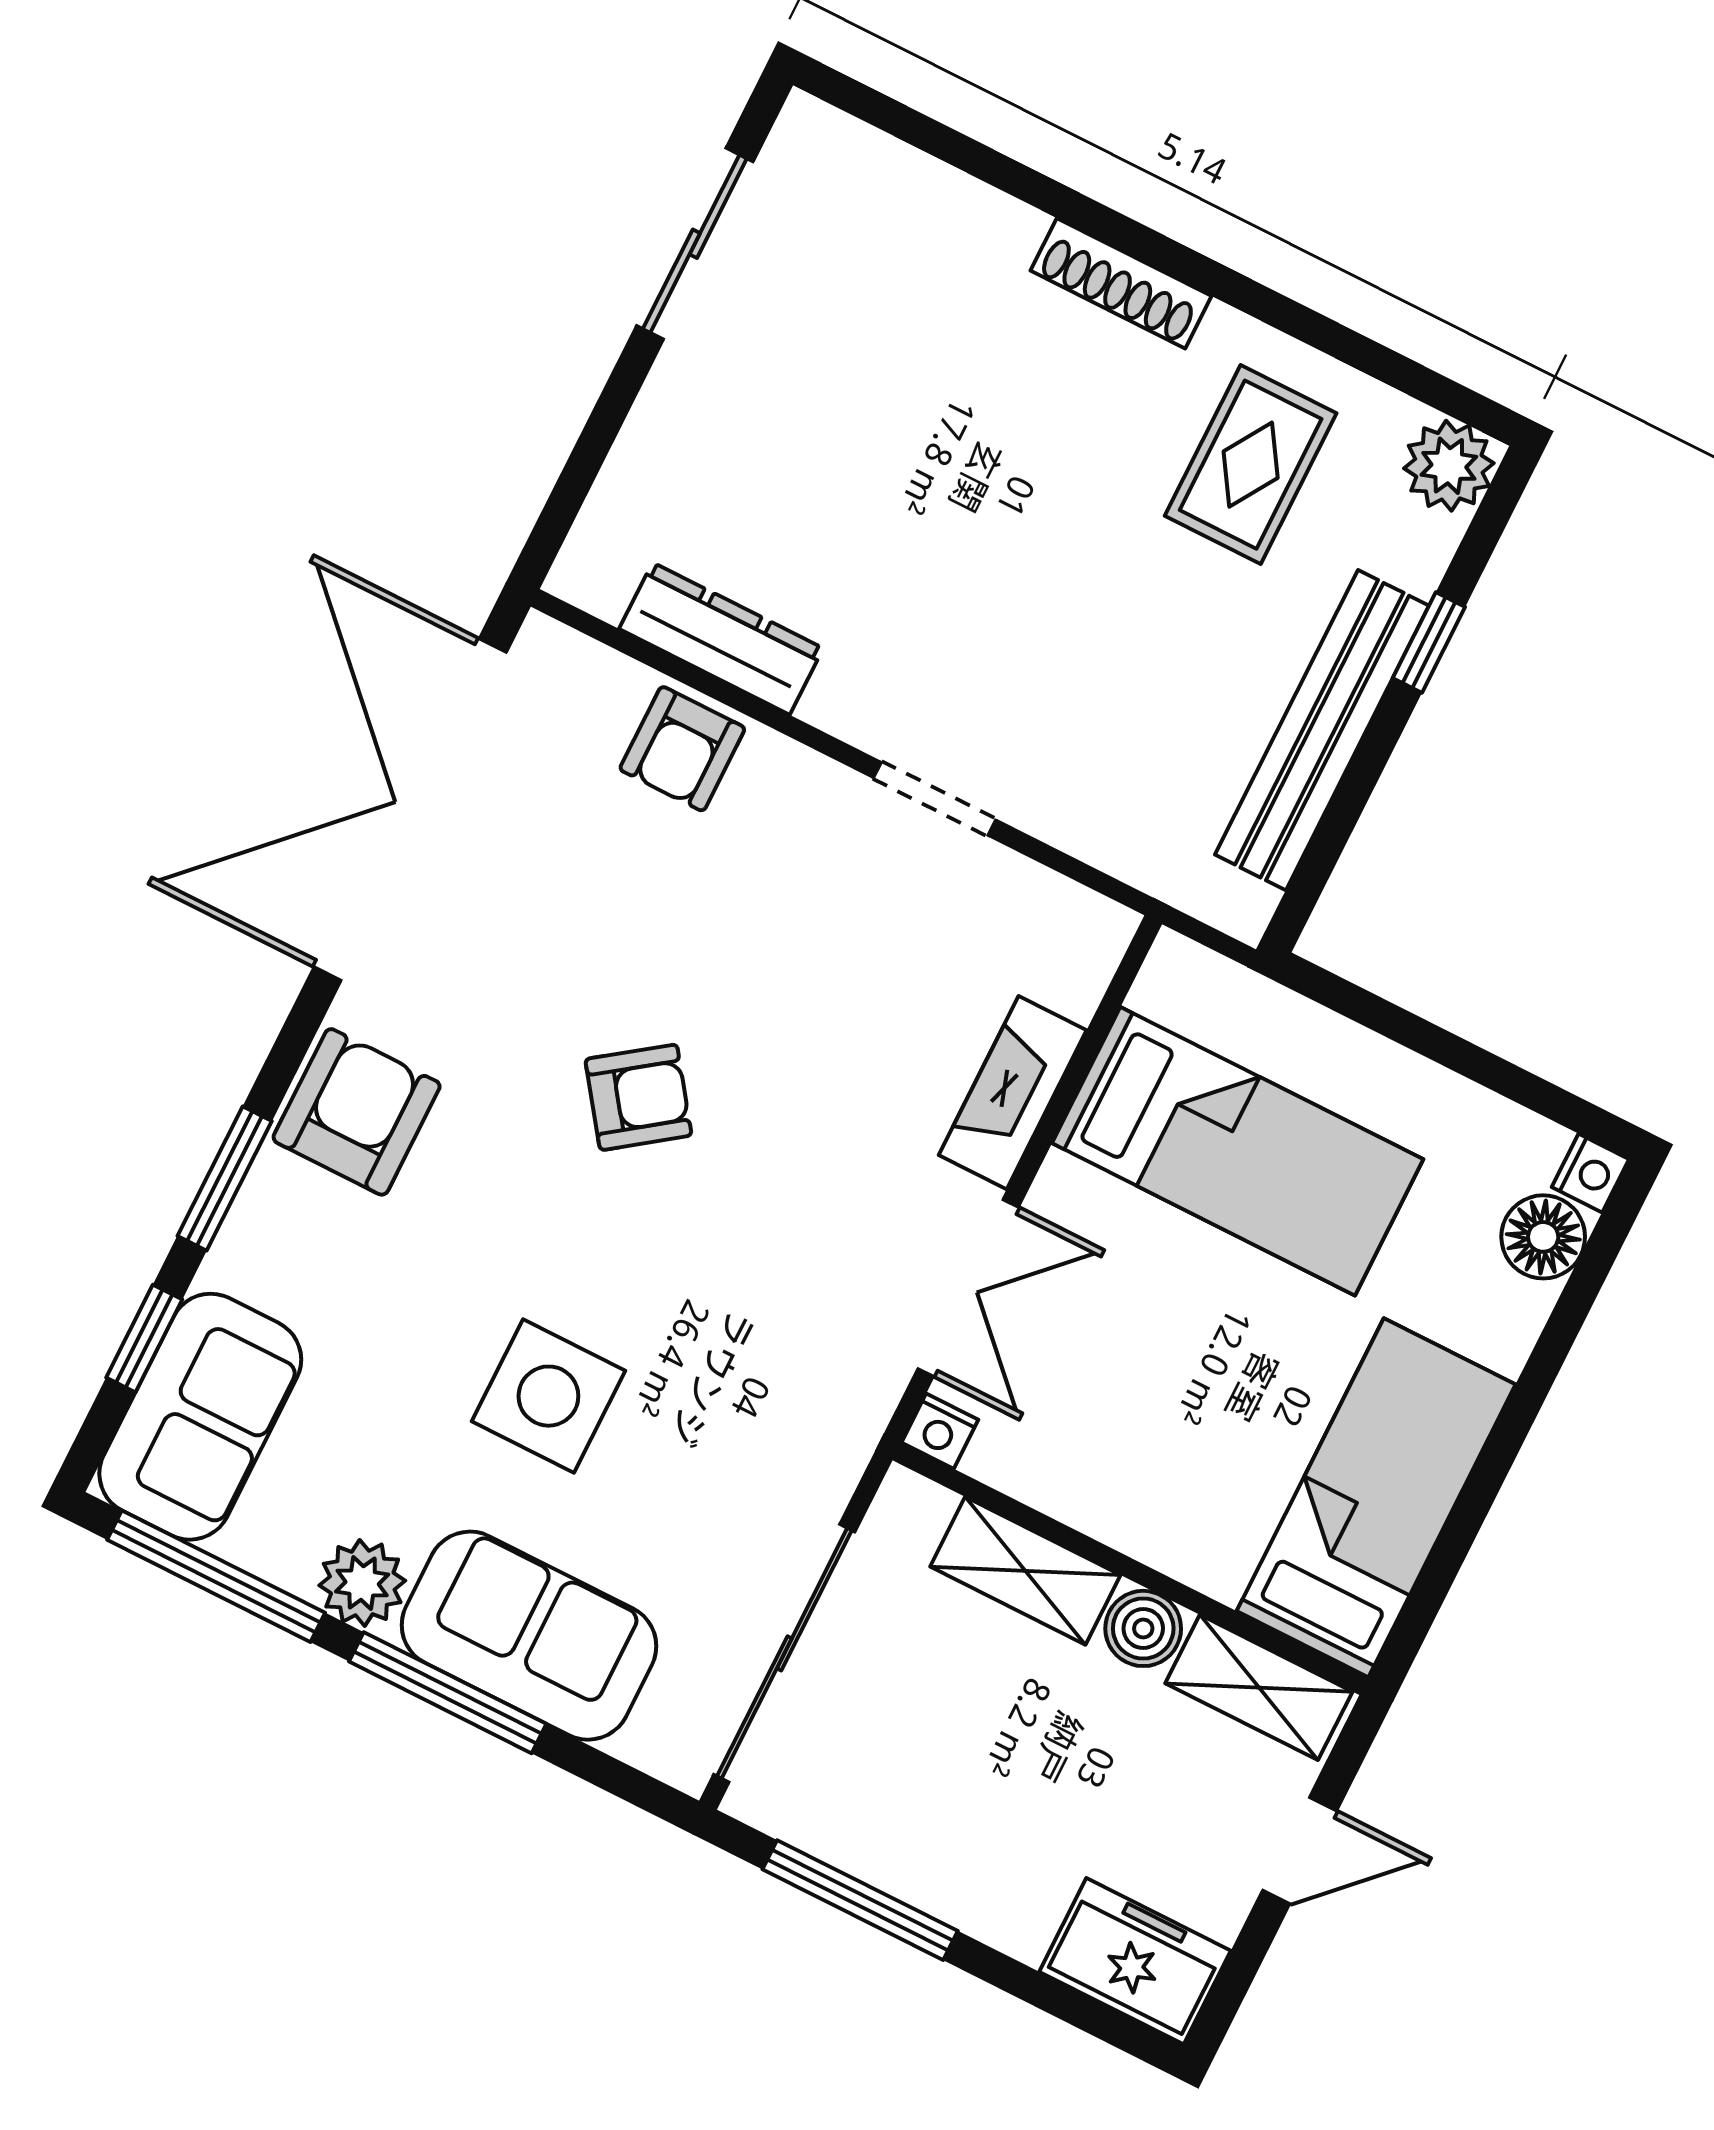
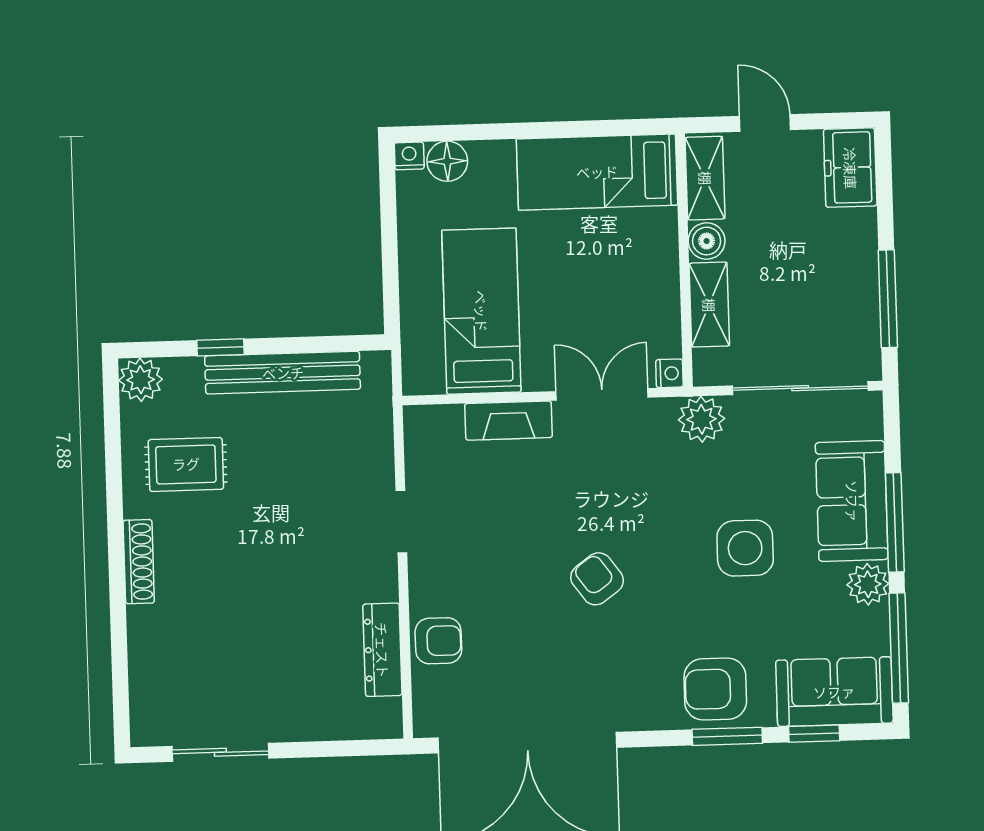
armchair: (357, 1112) -> (715, 689), moved
plant: (825, 1444) -> (702, 419), added

